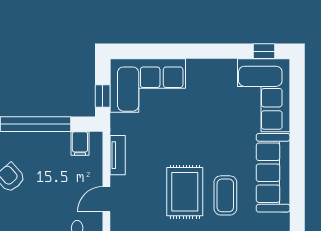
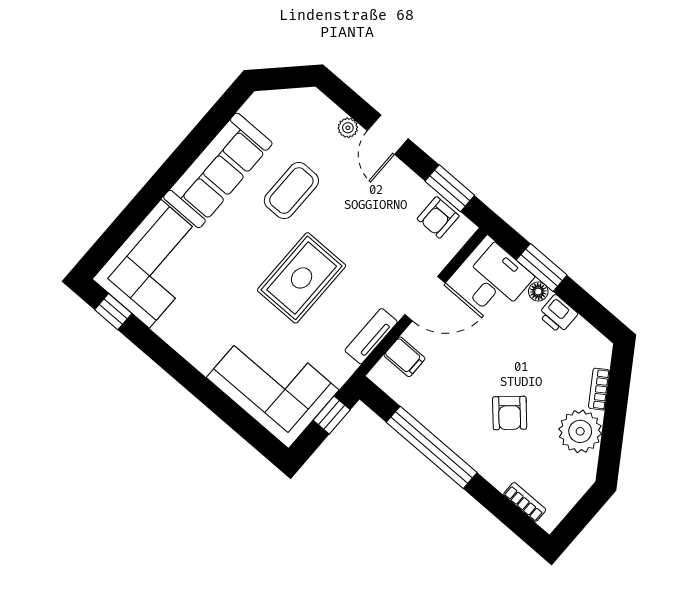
filing cabinet: (80, 144) -> (405, 357), moved, turned 90
rug: (185, 192) -> (302, 278), moved
door: (106, 199) -> (425, 299), width x1.38

